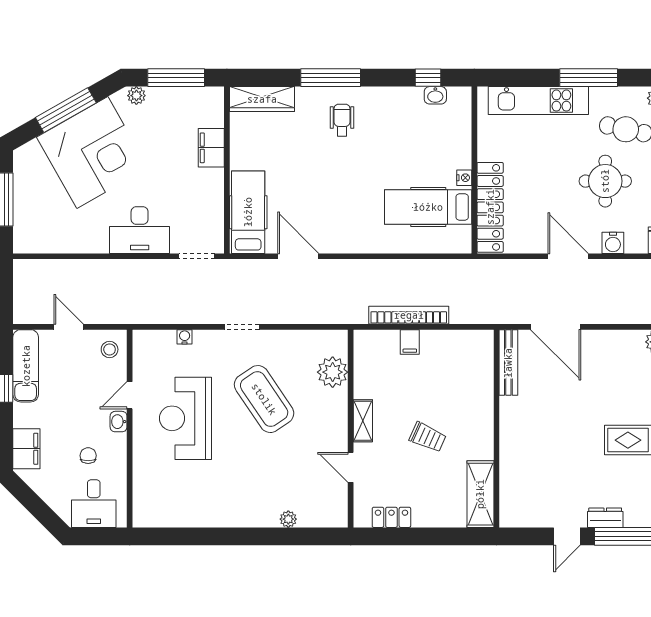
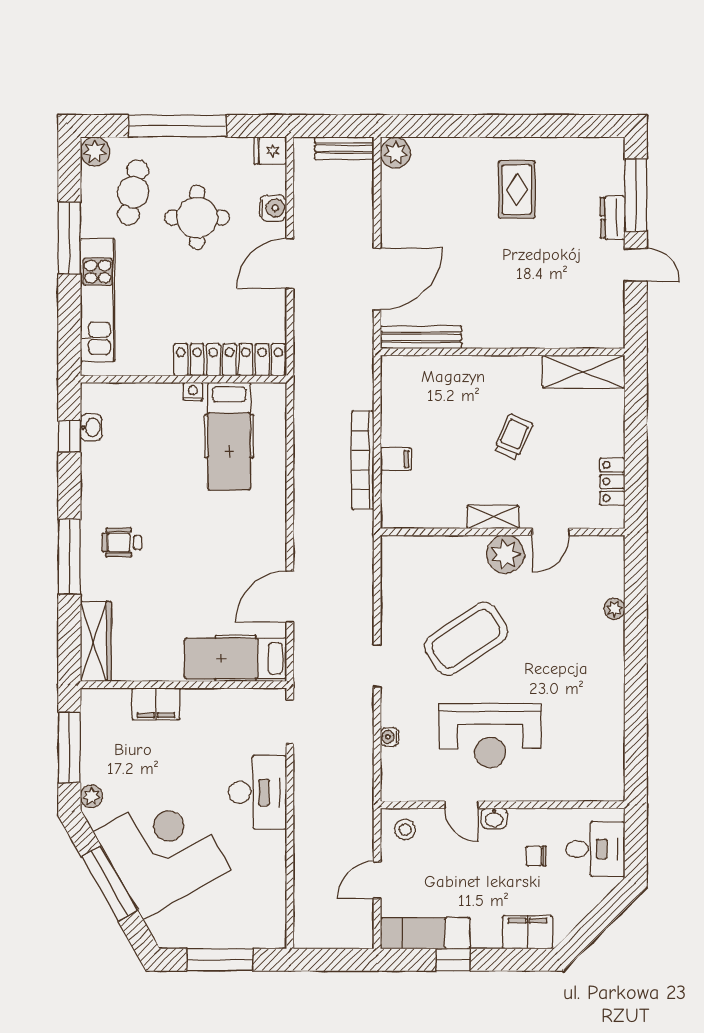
plant: (333, 372) -> (505, 554), moved

